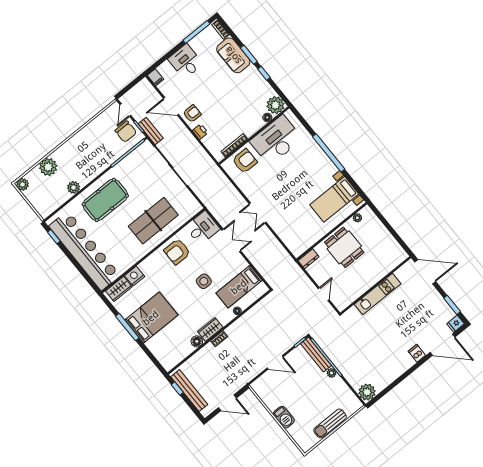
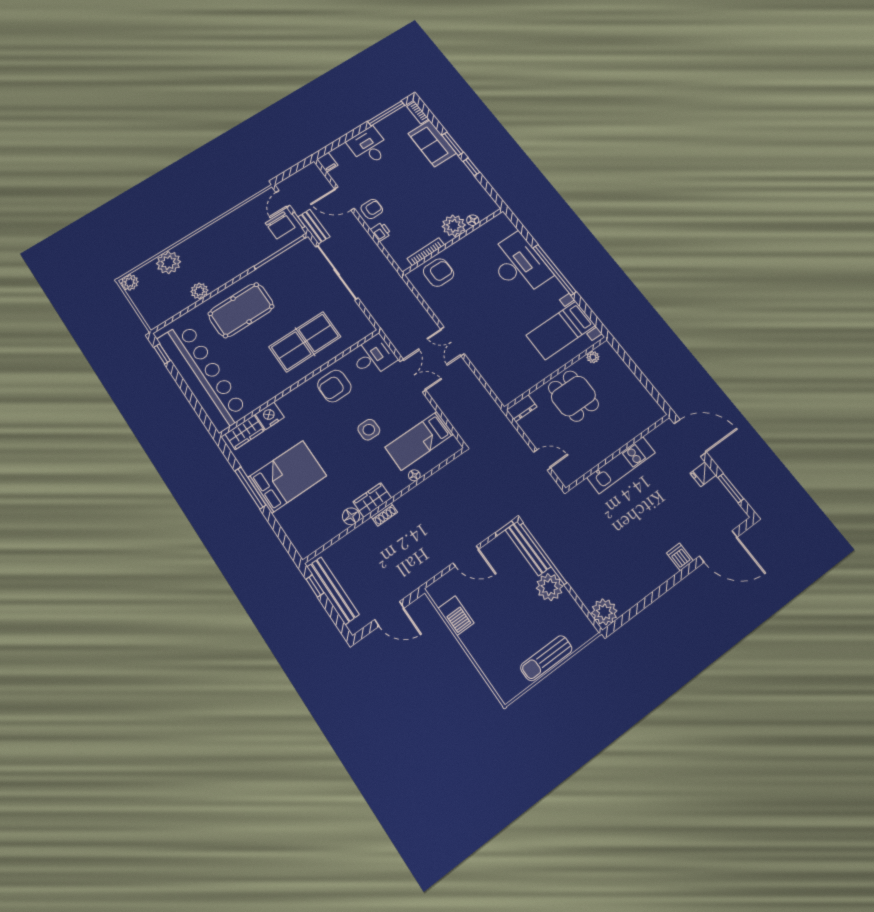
plant: (275, 105) -> (454, 226), moved
desk: (276, 140) -> (519, 264), moved, turned 90
door: (324, 294) -> (542, 460), hinge flipped
fridge: (456, 324) -> (703, 474), moved
plant: (332, 373) -> (549, 587), width x1.87, depth x1.87
barbecue: (284, 417) -> (456, 616), moved

